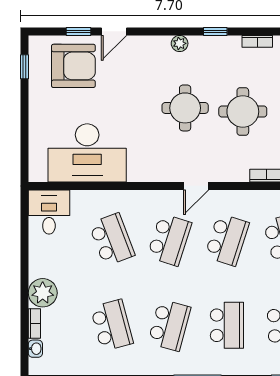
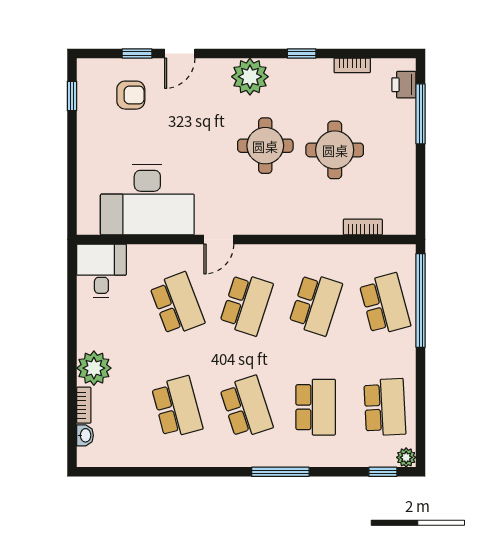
plant: (180, 43) -> (250, 77), width x1.87, depth x1.87
armchair: (73, 66) -> (131, 95), width x0.53, depth x0.53
door: (196, 186) -> (219, 239), moved
school desk: (169, 325) -> (246, 407), turned -33

